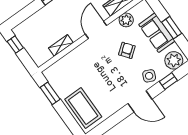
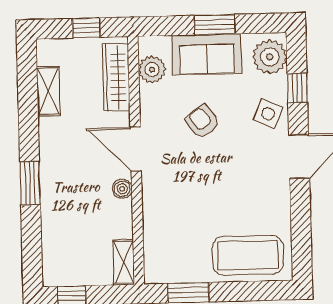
plant: (126, 20) -> (152, 69), moved
boiler: (75, 35) -> (122, 189), added
shelving: (61, 45) -> (124, 262), moved

